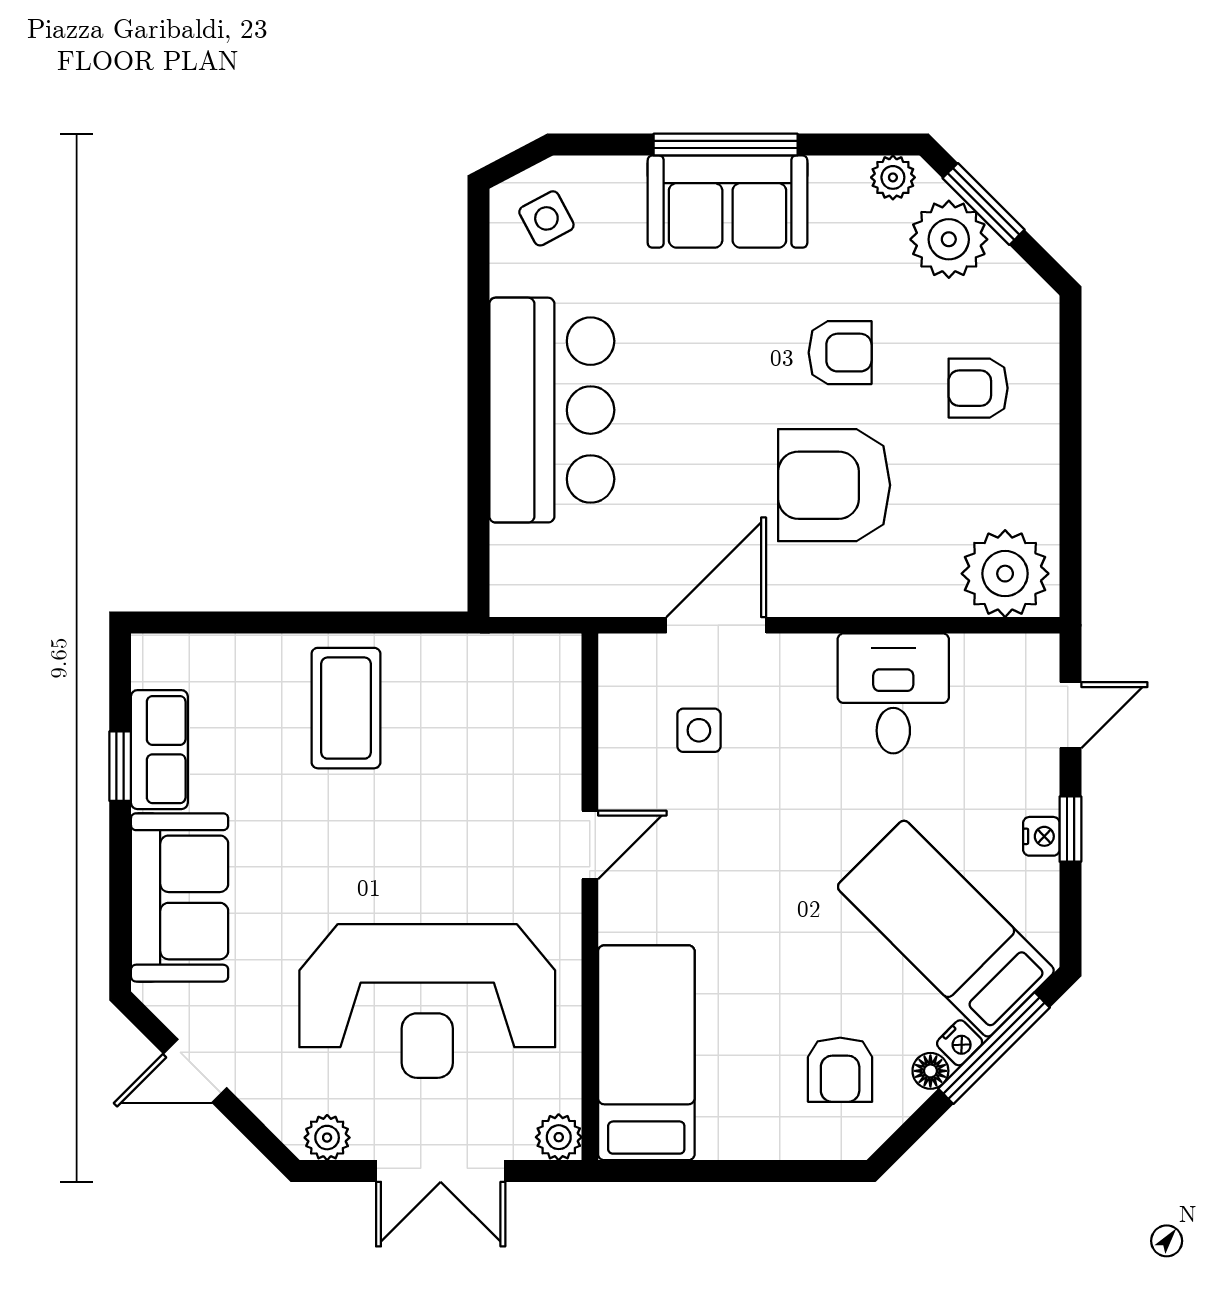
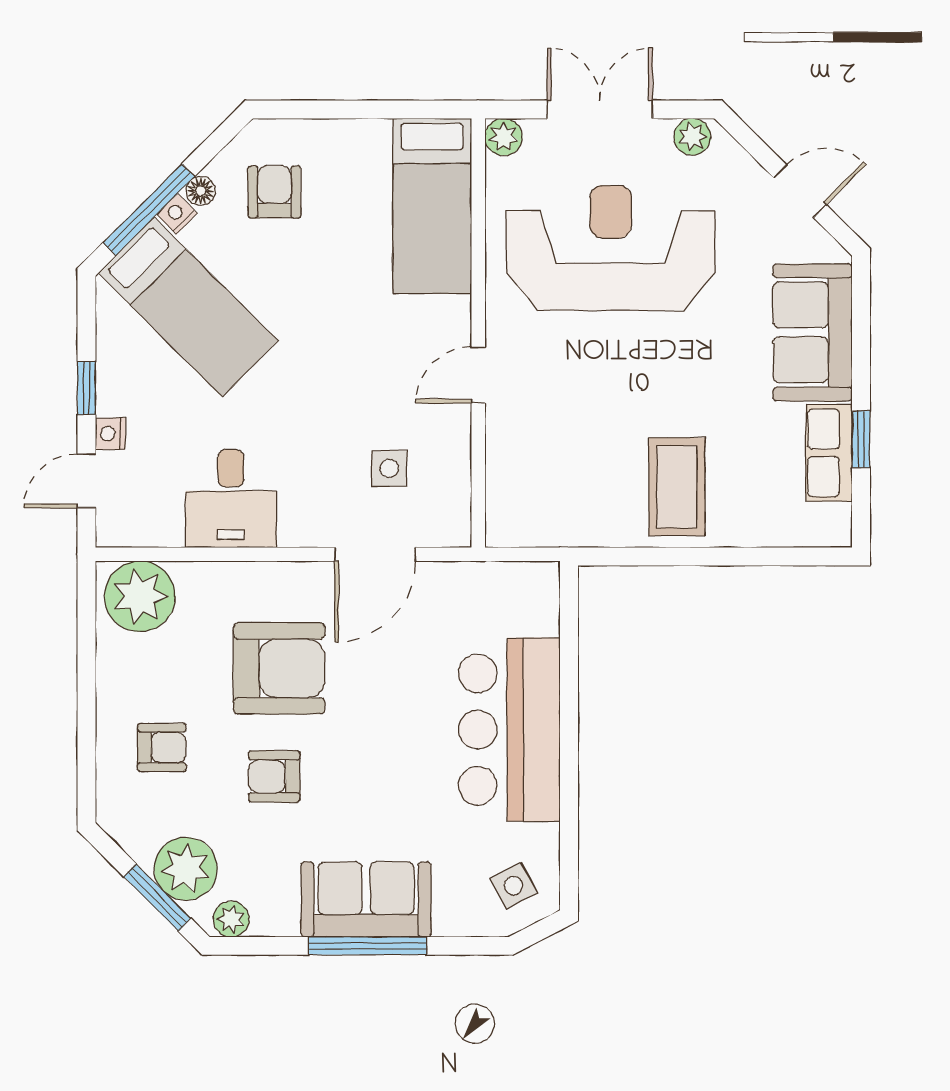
nightstand: (1041, 836) -> (110, 434), moved

